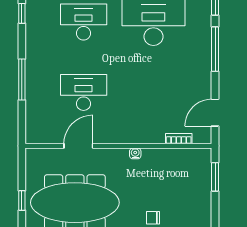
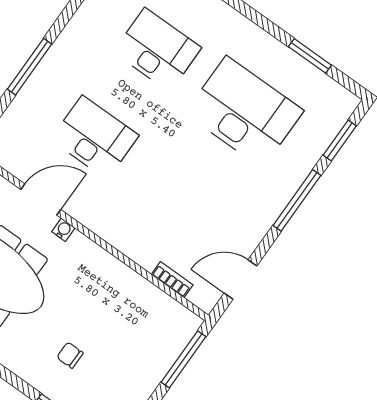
water cooler: (135, 153) -> (63, 230), moved
window: (215, 177) -> (184, 359), width x1.44

